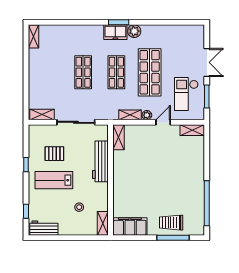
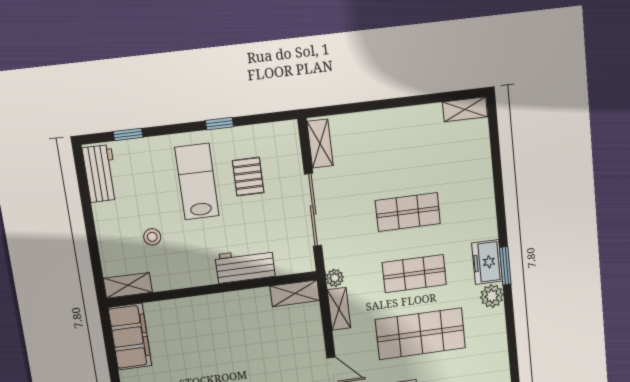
plant: (147, 115) -> (335, 278), moved
workbench: (100, 161) -> (245, 266), width x0.73

